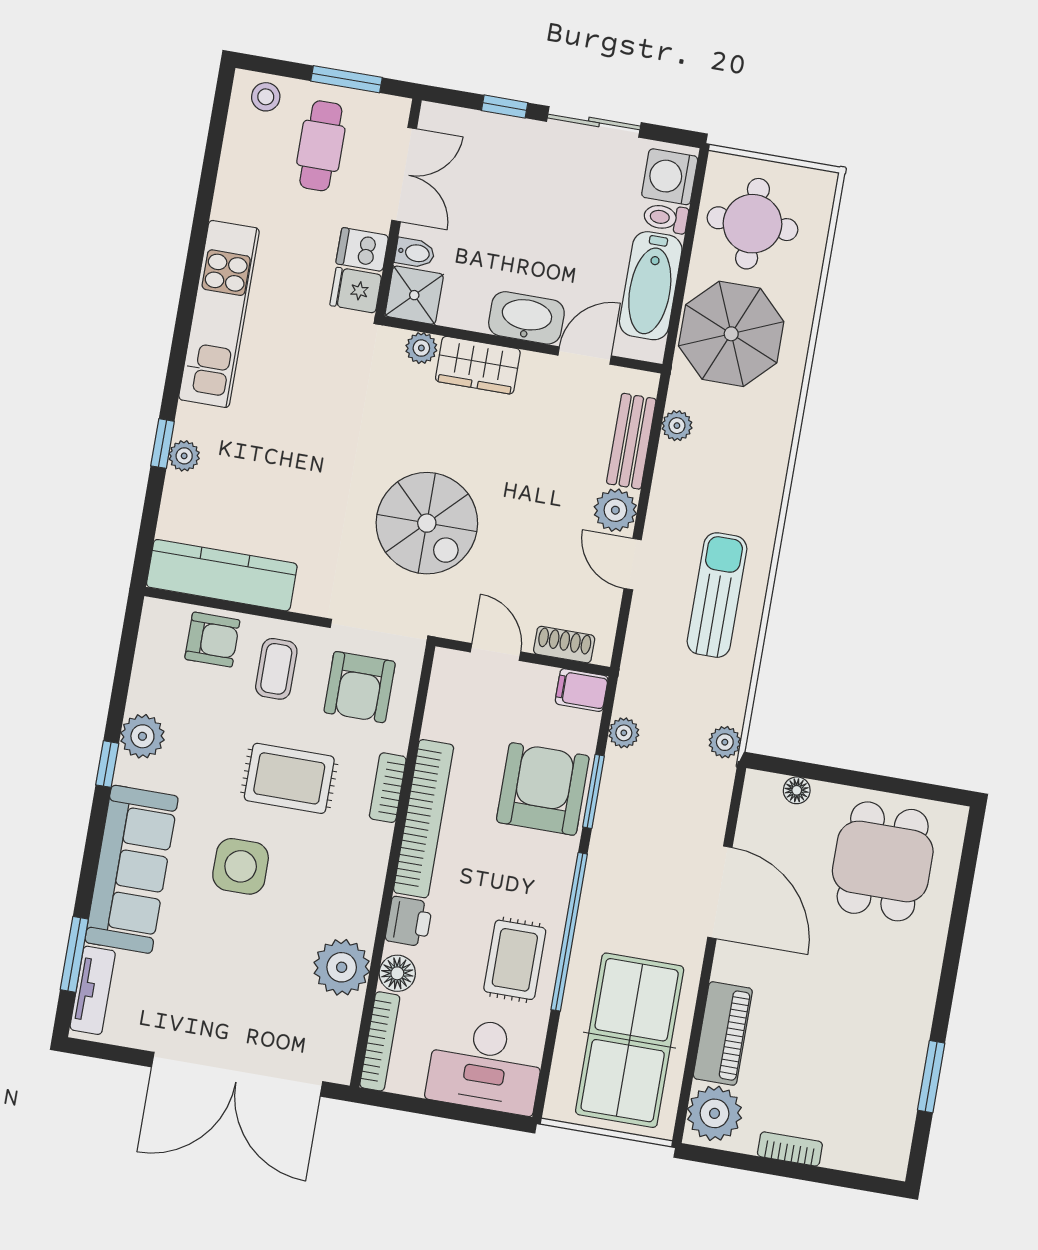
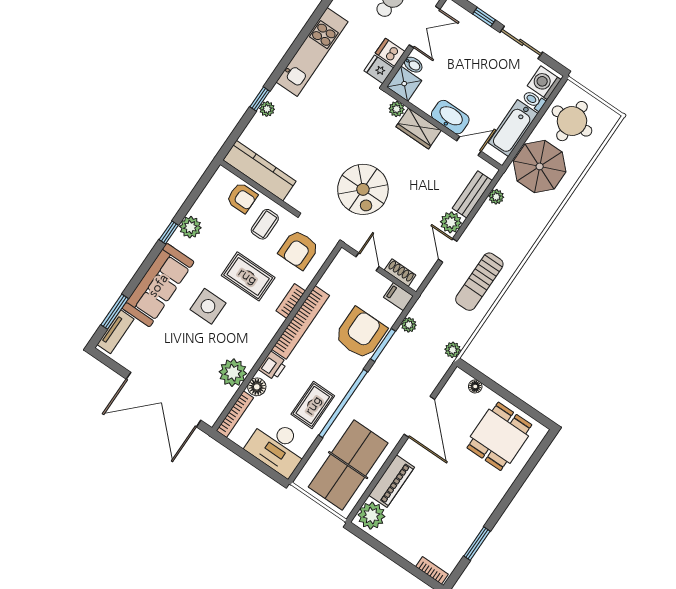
sun lounger: (717, 595) -> (479, 282), turned 180
bookcase: (790, 1149) -> (432, 570), moved

